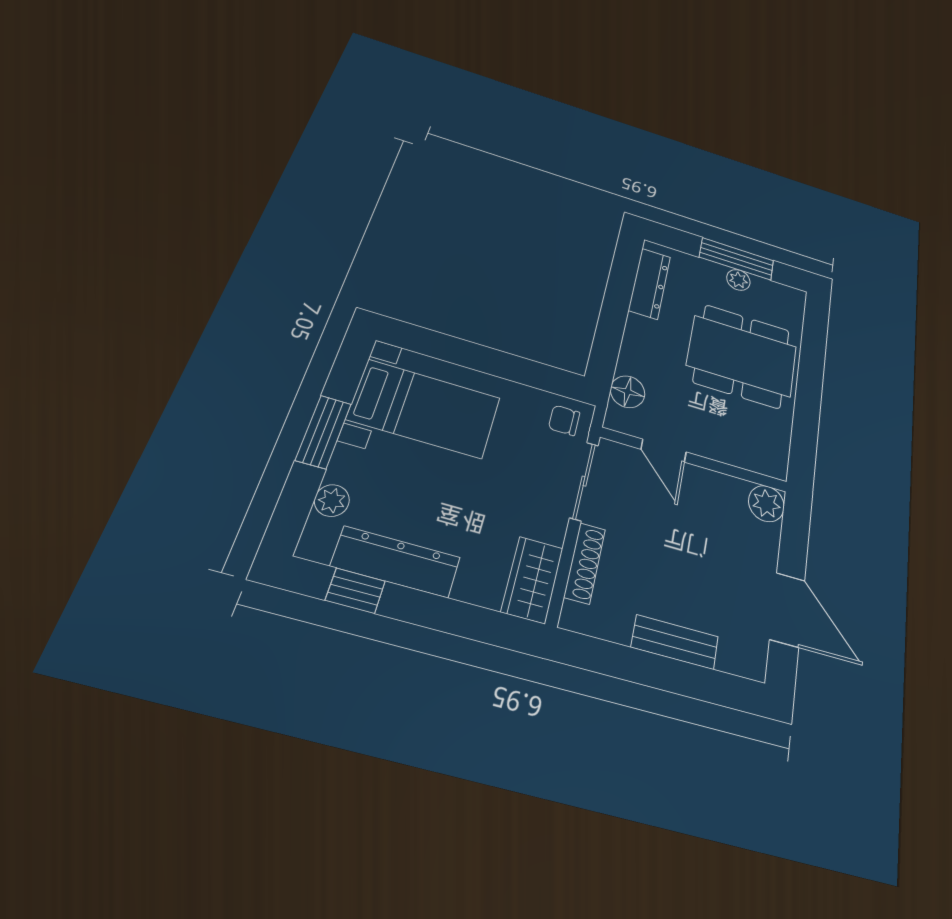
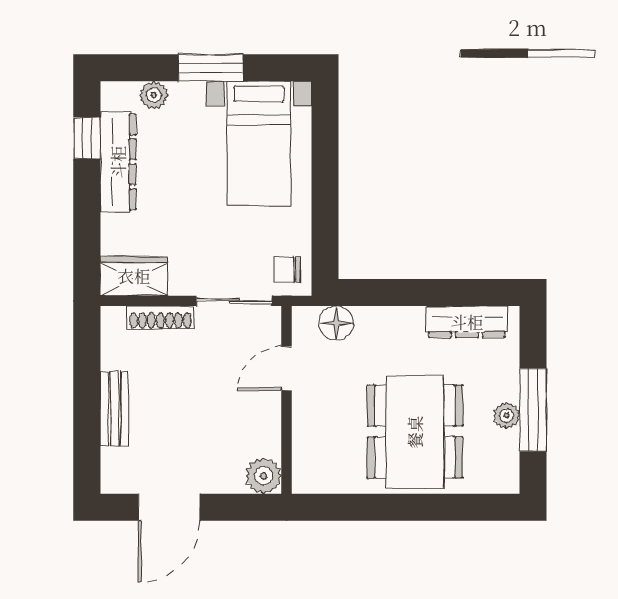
chair: (564, 420) -> (287, 270), turned -90

